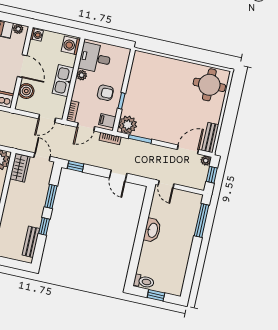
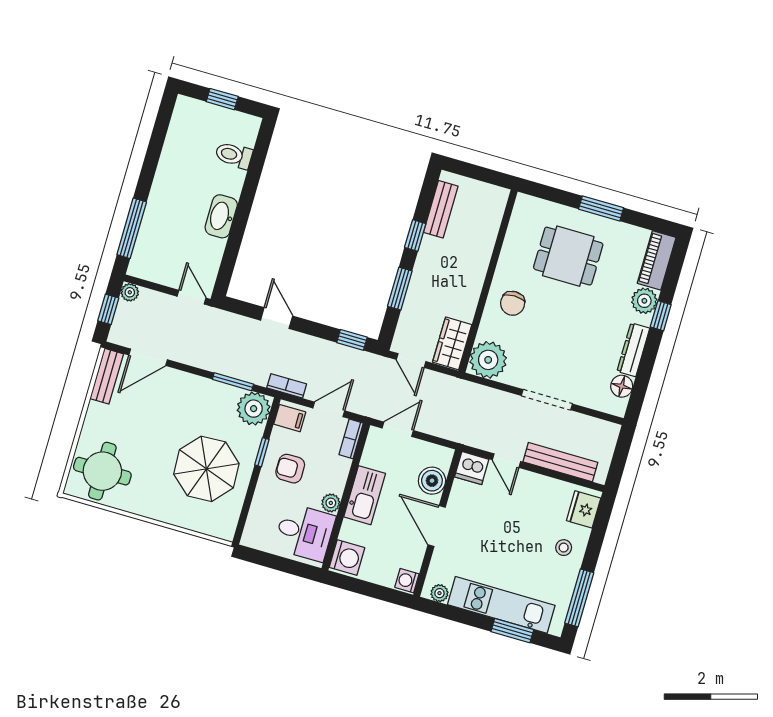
parasol: (152, 90) -> (206, 469), added
plant: (206, 161) -> (130, 292), moved
toilet: (144, 281) -> (234, 155), moved

